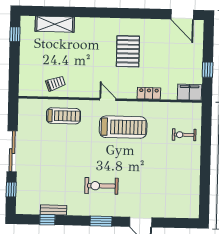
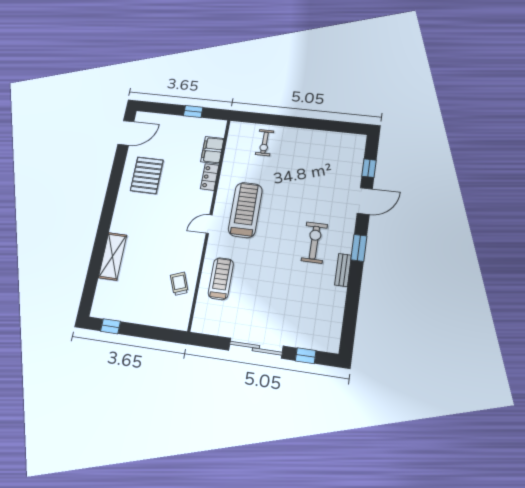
shelving: (55, 24) -> (113, 256), moved
pallet: (128, 51) -> (147, 175), moved, turned 90
filing cabinet: (189, 92) -> (212, 150), moved
exercise bike: (101, 186) -> (314, 243), turned 180
bench: (54, 210) -> (343, 270), moved
window: (47, 220) -> (369, 168), moved

